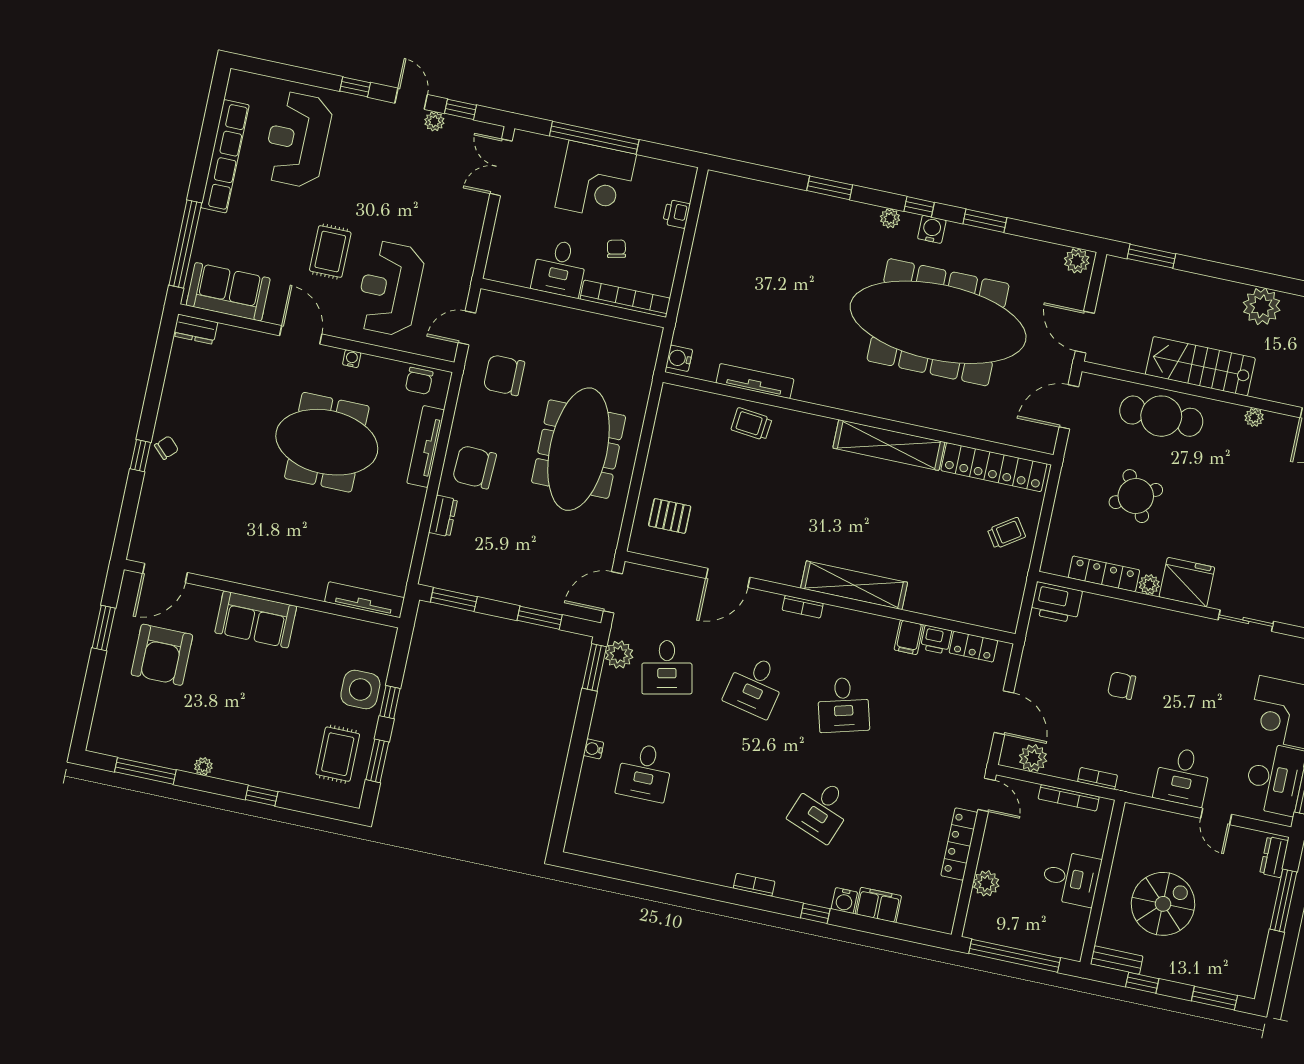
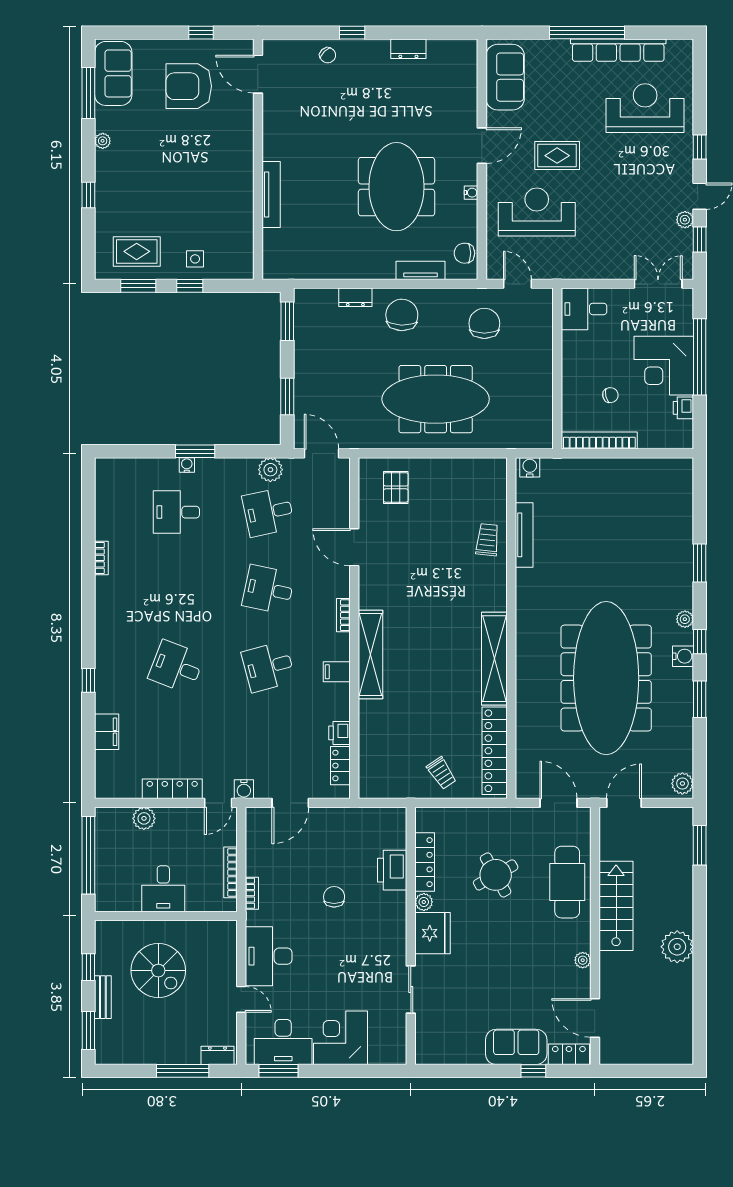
printer: (676, 214) -> (683, 408), moved, turned -90
window: (185, 244) -> (587, 33), moved
desk: (560, 268) -> (584, 309), moved
bookcase: (625, 299) -> (599, 441), moved, turned -90
dresser: (196, 329) -> (408, 49), moved, turned -90
tv unit: (426, 446) -> (420, 270), width x0.71
chair: (167, 448) -> (328, 55), moved
tv unit: (365, 600) -> (271, 195), moved
printer: (1056, 602) -> (392, 870), moved
sofa: (256, 619) -> (113, 73), moved, turned 180
window: (104, 628) -> (201, 33), width x0.67
filing cabinet: (909, 637) -> (337, 672), moved
window: (594, 667) -> (195, 451), moved
side table: (360, 689) -> (195, 259), width x0.54, depth x0.54
plant: (1033, 758) -> (257, 835), removed
desk: (1183, 776) -> (269, 956), width x1.37
door: (1216, 816) -> (241, 999), swing flipped
bookcase: (754, 885) -> (101, 558), moved
water cooler: (844, 901) -> (244, 789), moved, turned -90
bench: (1117, 960) -> (103, 997), moved

